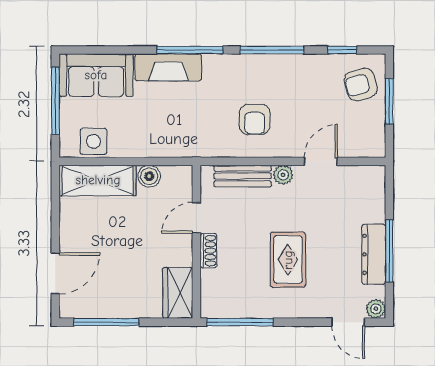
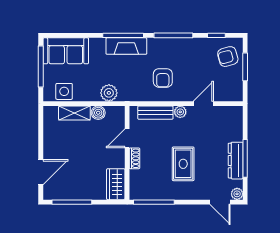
fireplace: (168, 67) -> (126, 46), moved
plant: (167, 144) -> (109, 93), added
shelving: (98, 180) -> (74, 113), width x0.67, depth x0.75

